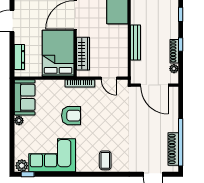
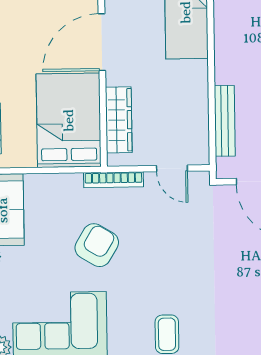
bench: (136, 42) -> (225, 121), moved
armchair: (71, 116) -> (97, 245), turned -59

